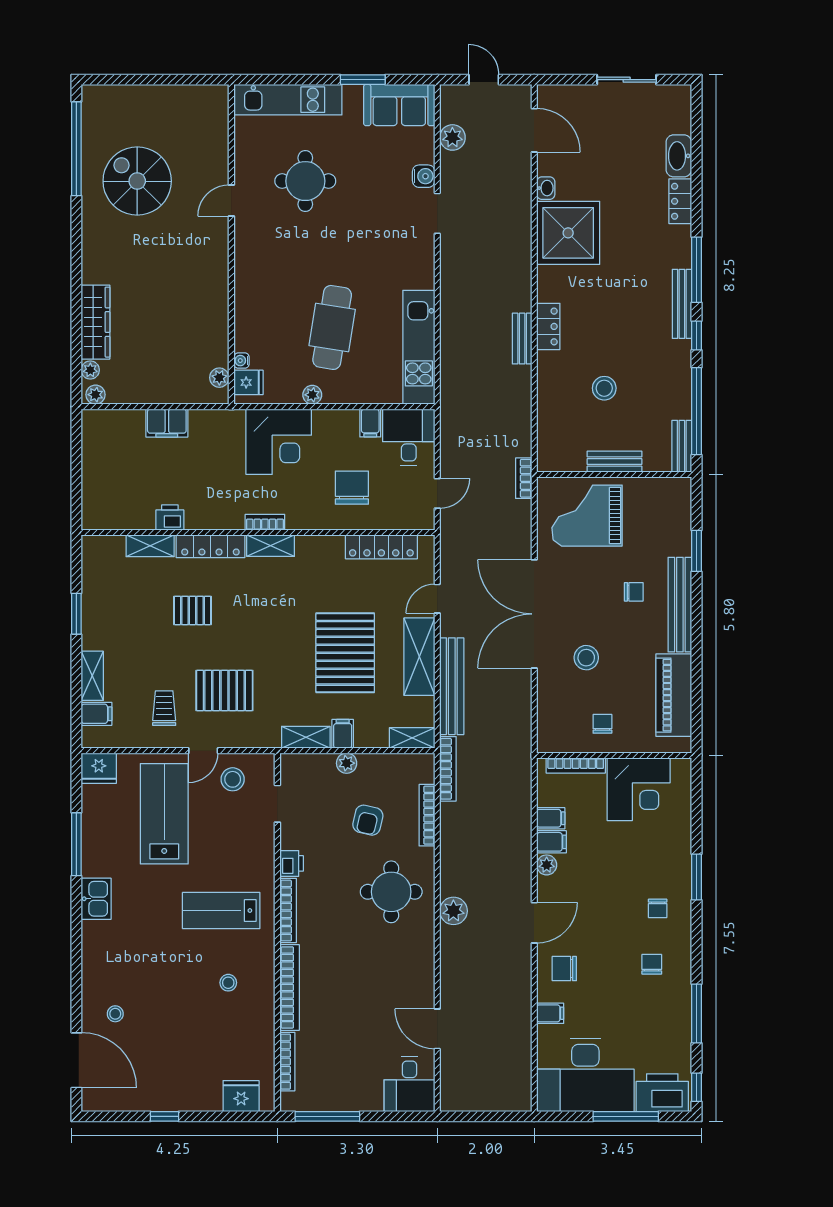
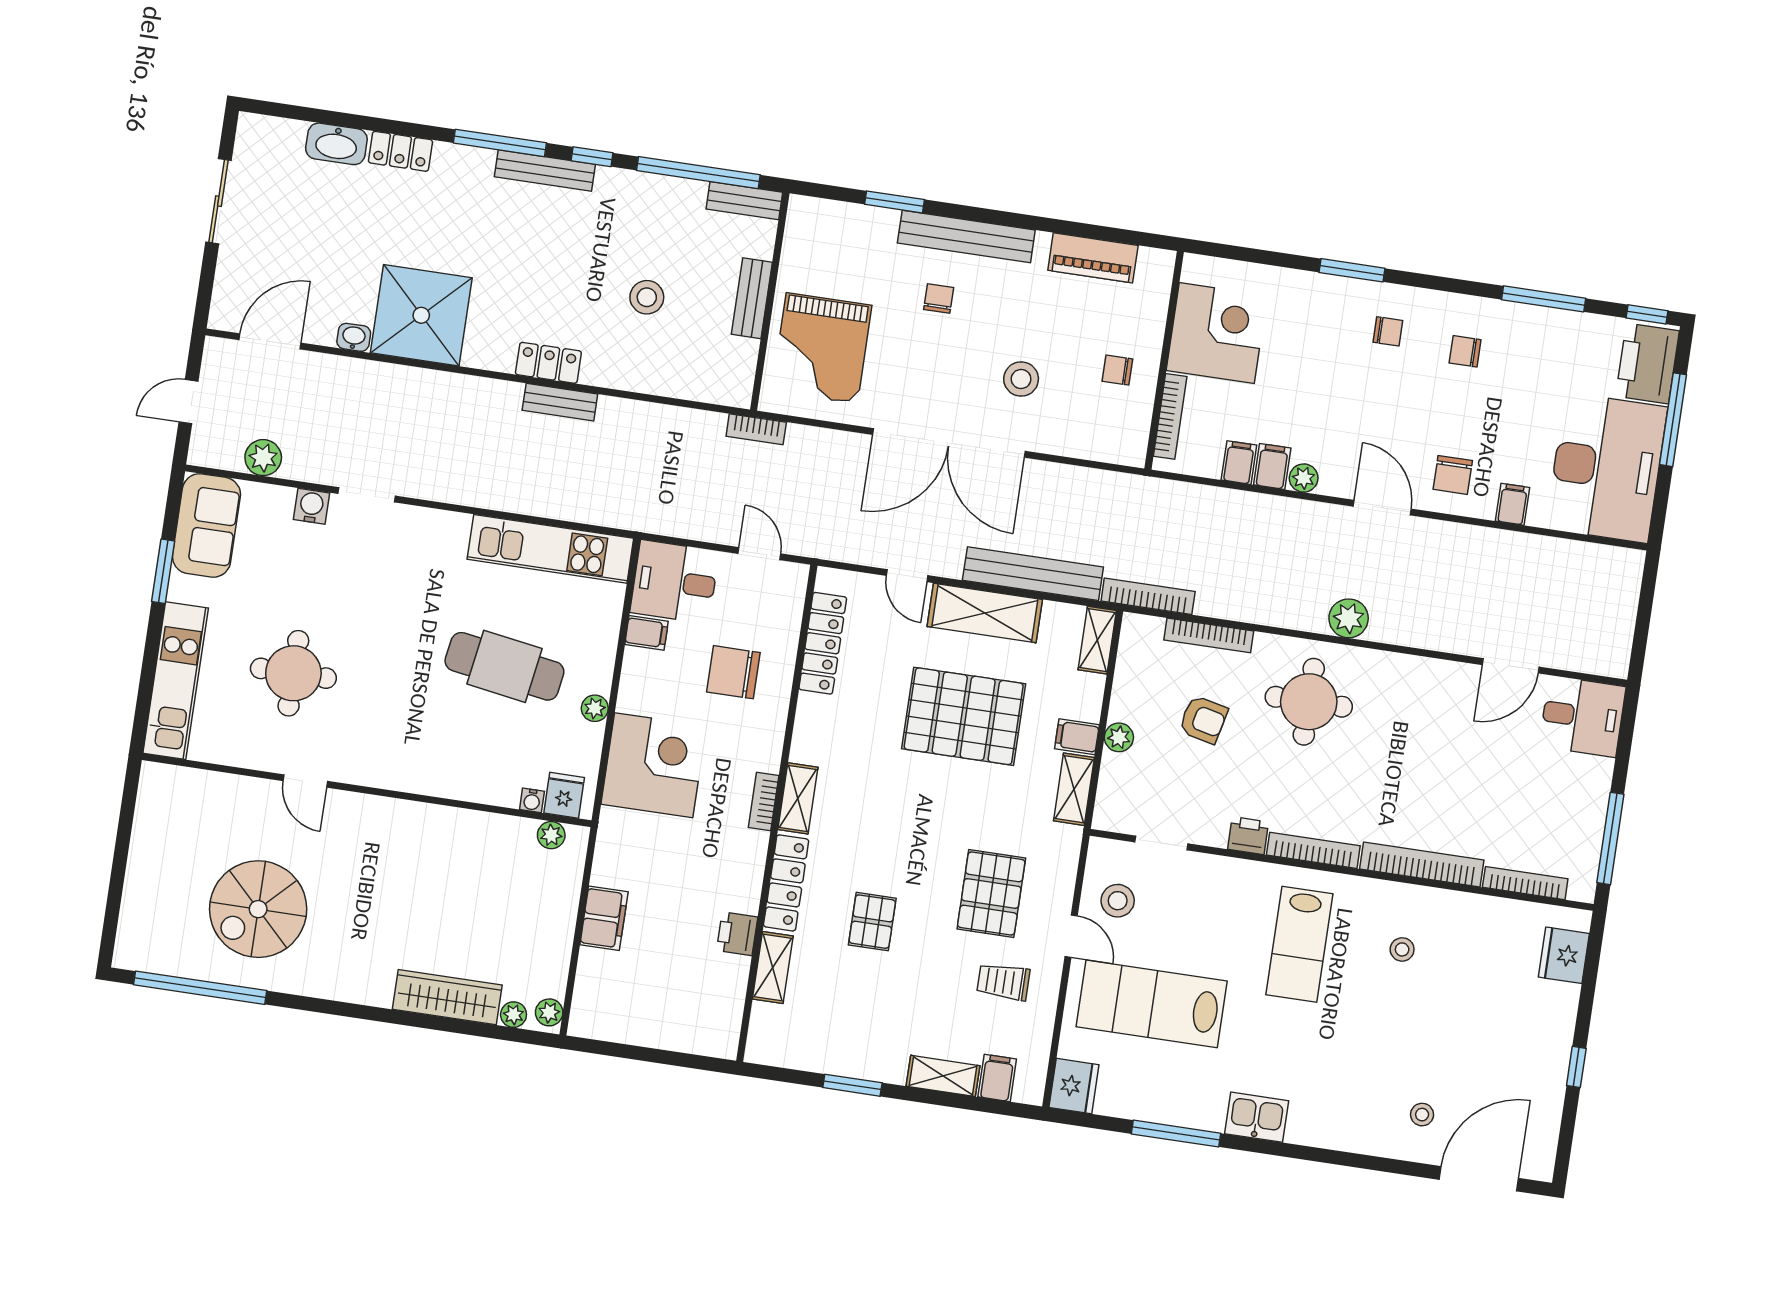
piano: (674, 695) -> (1093, 258), width x0.73, depth x0.75

